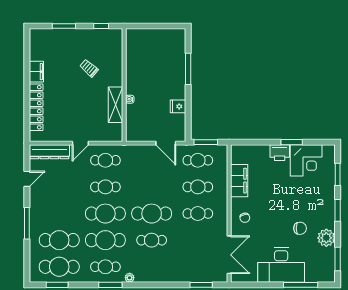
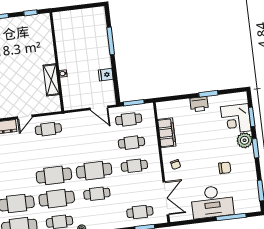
trolley: (89, 68) -> (24, 51), removed
corner desk: (306, 160) -> (236, 119), moved, turned 90
cafe table: (105, 187) -> (140, 212), moved
plant: (326, 238) -> (245, 140), moved

